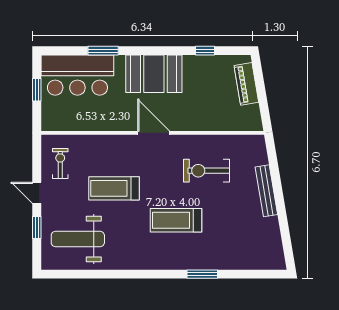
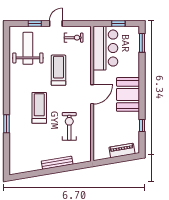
window: (103, 51) -> (142, 43), moved
bar counter: (77, 75) -> (105, 48), moved, turned 180

